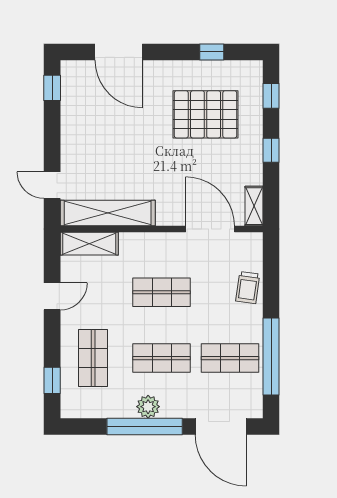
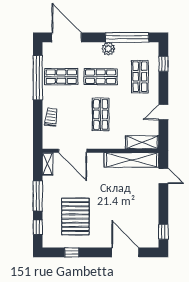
pallet: (206, 114) -> (75, 217), turned 90
window: (271, 150) -> (38, 196), width x2.17
shop shelf: (162, 292) -> (101, 114), turned 90
window: (145, 426) -> (127, 37), moved

